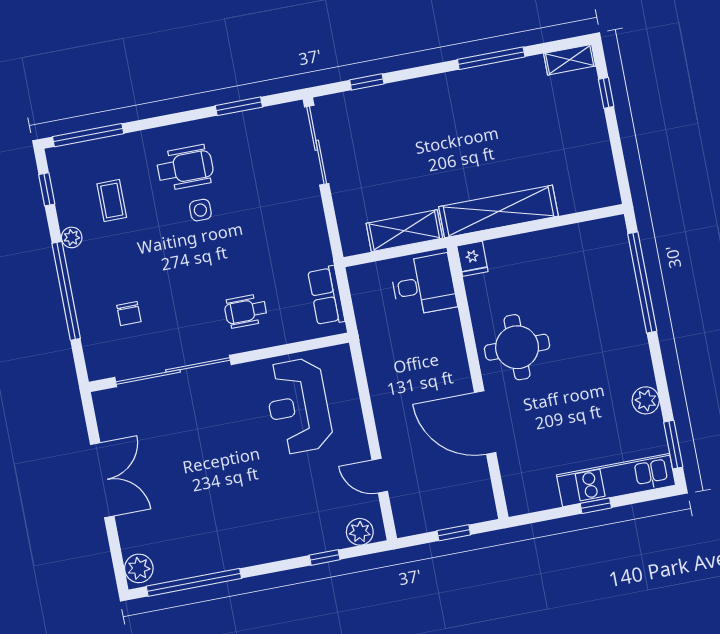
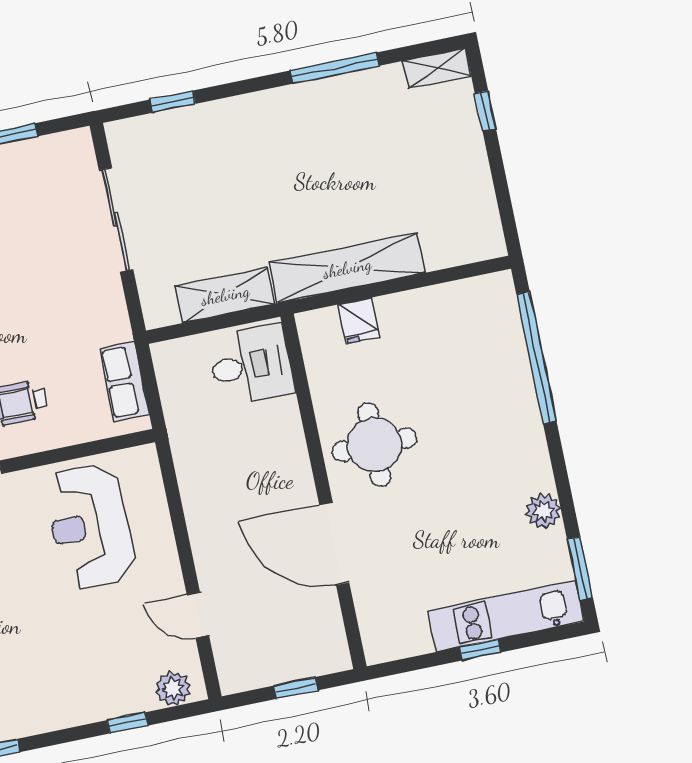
sliding door: (317, 145) -> (116, 220), moved
fridge: (472, 259) -> (359, 321), moved

